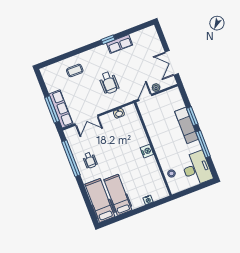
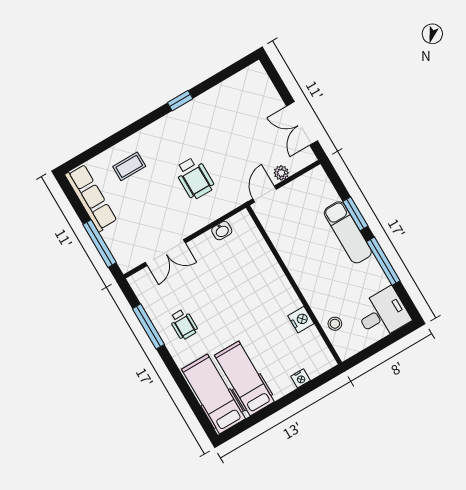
row of seats: (120, 44) -> (202, 105), removed
row of seats: (61, 109) -> (91, 198), moved
nightstand: (147, 151) -> (301, 320), moved
window: (71, 158) -> (148, 326), width x0.68
desk: (197, 169) -> (383, 314), width x0.73

